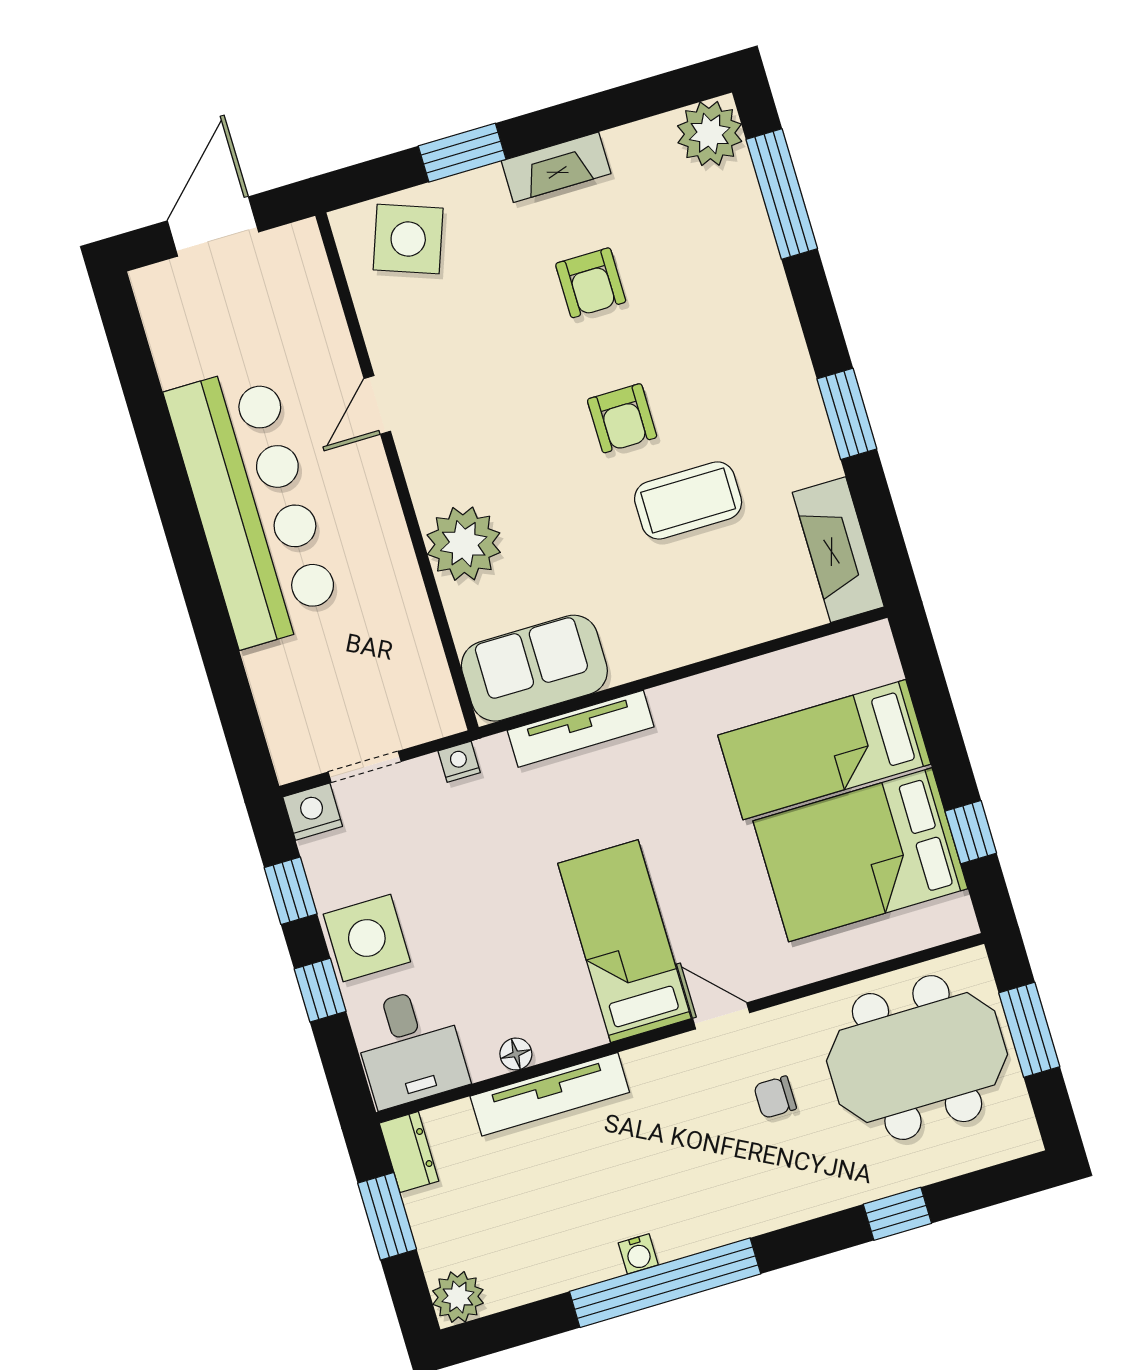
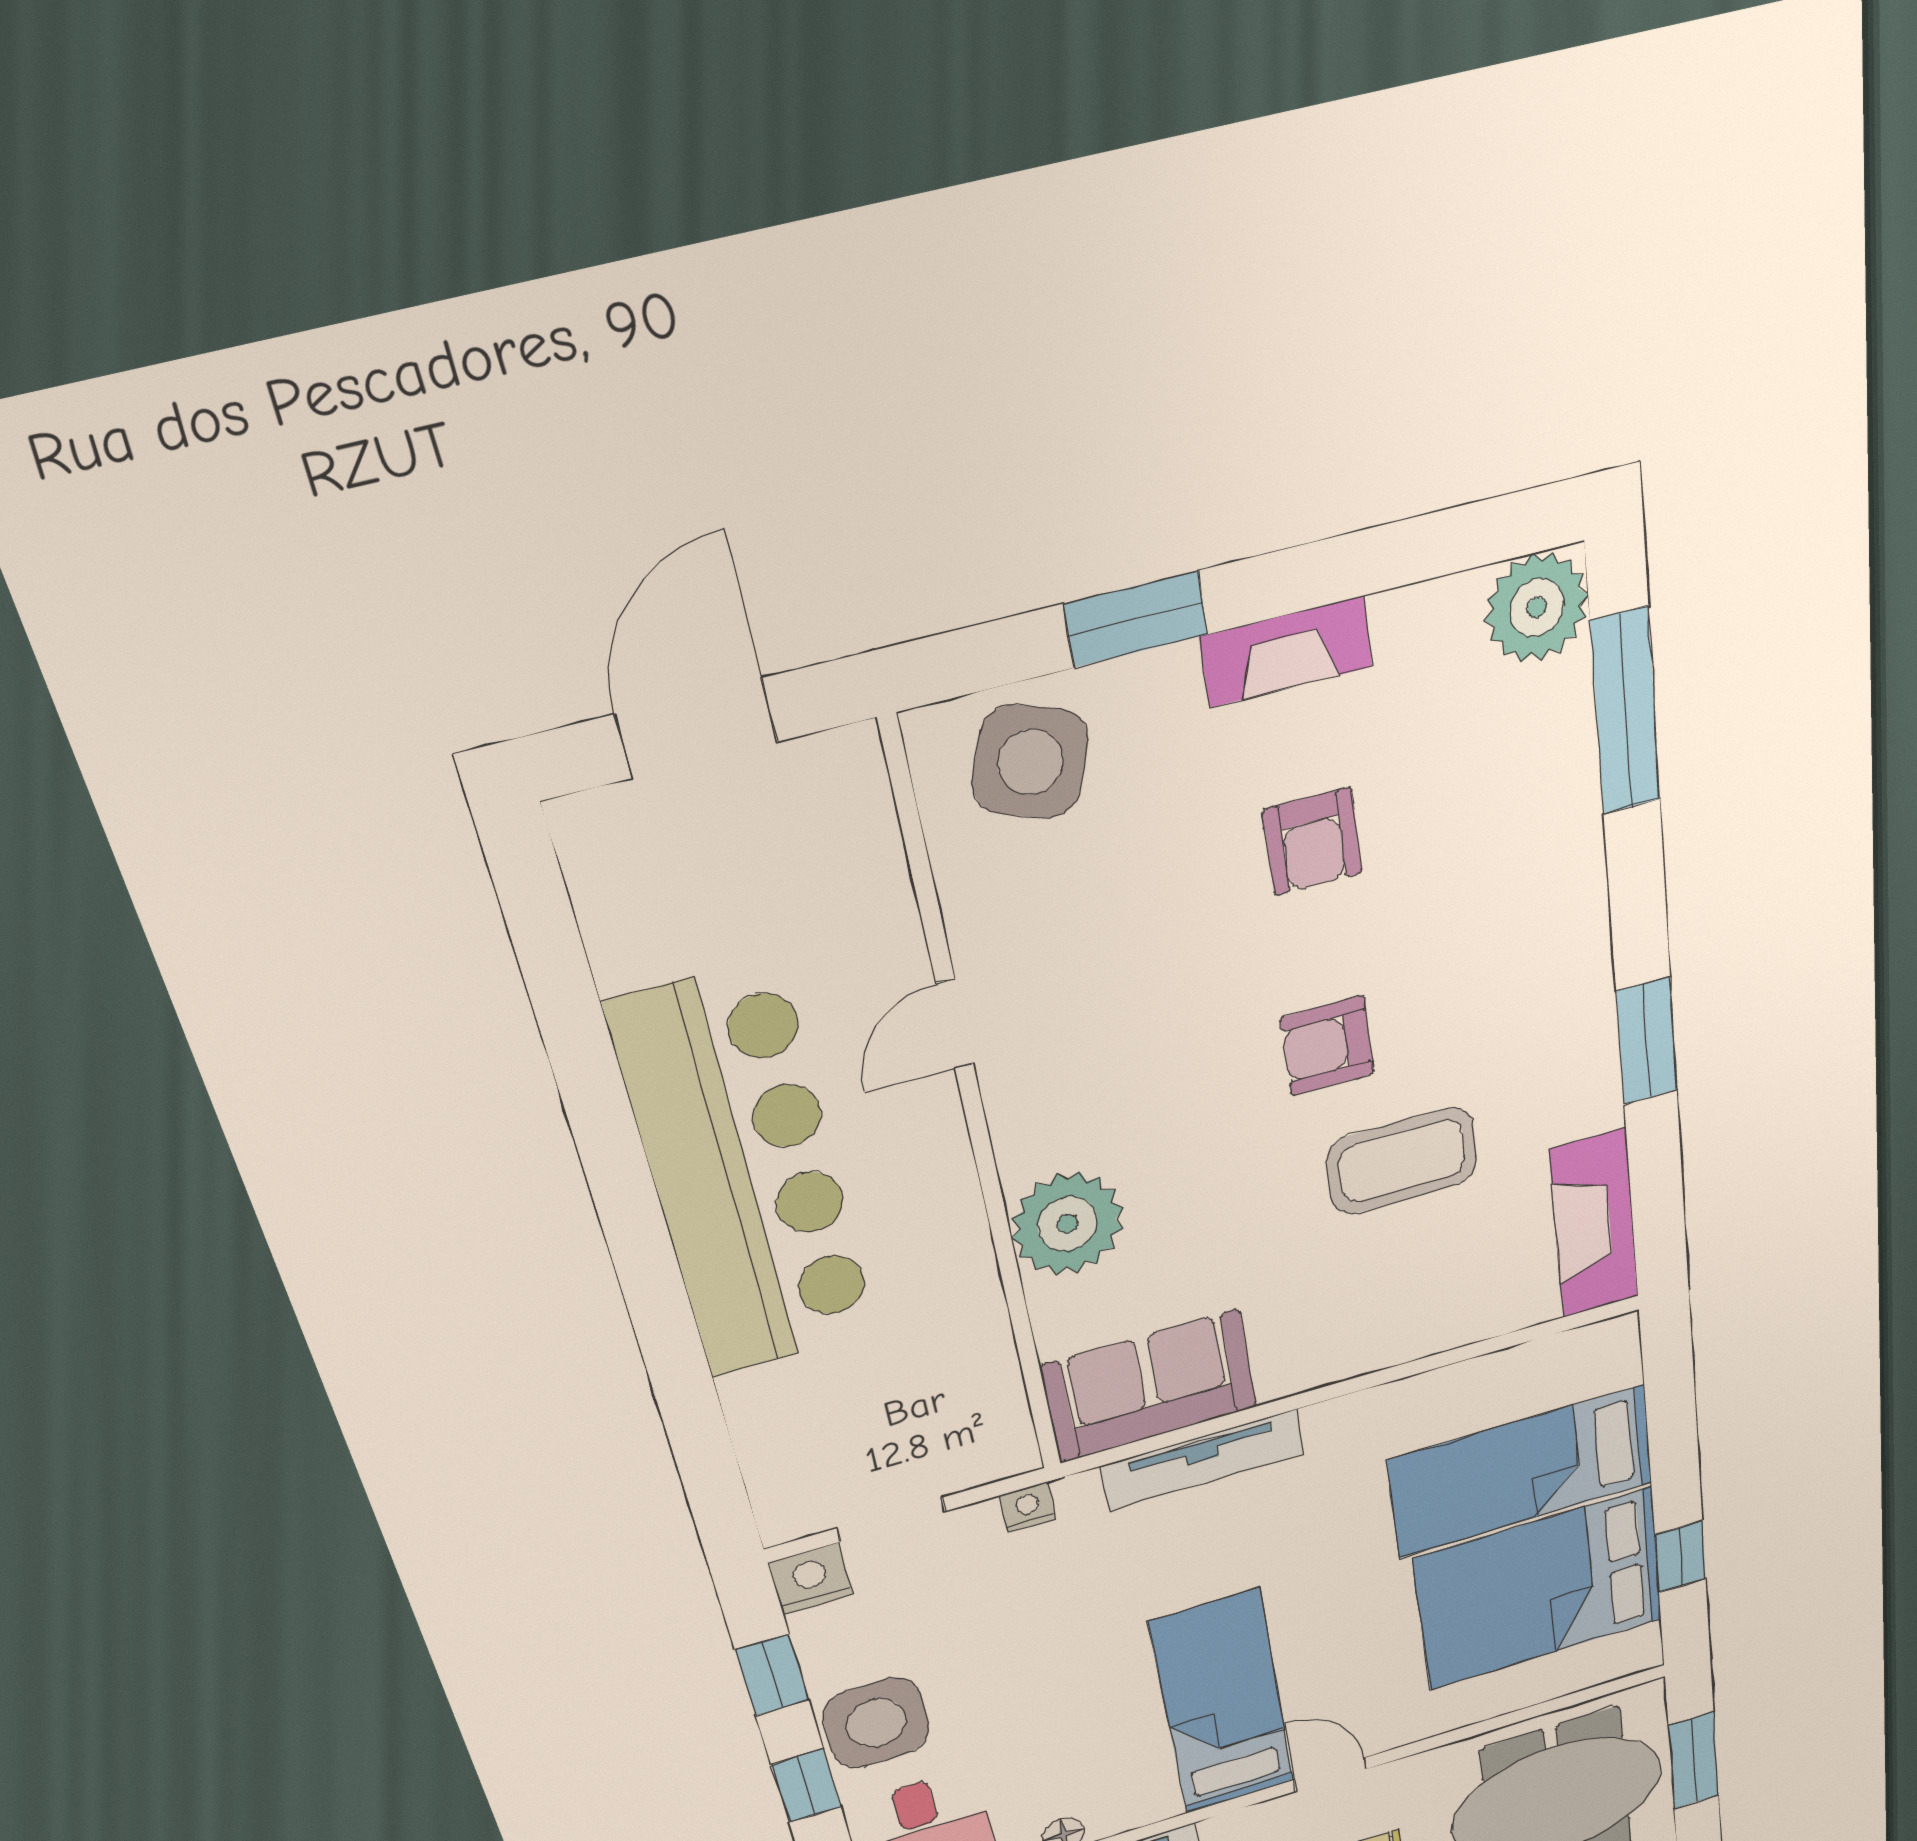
armchair: (622, 418) -> (1327, 1046), turned 90

